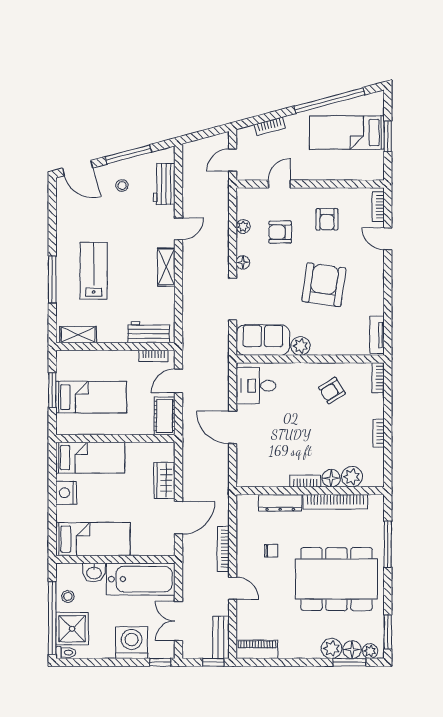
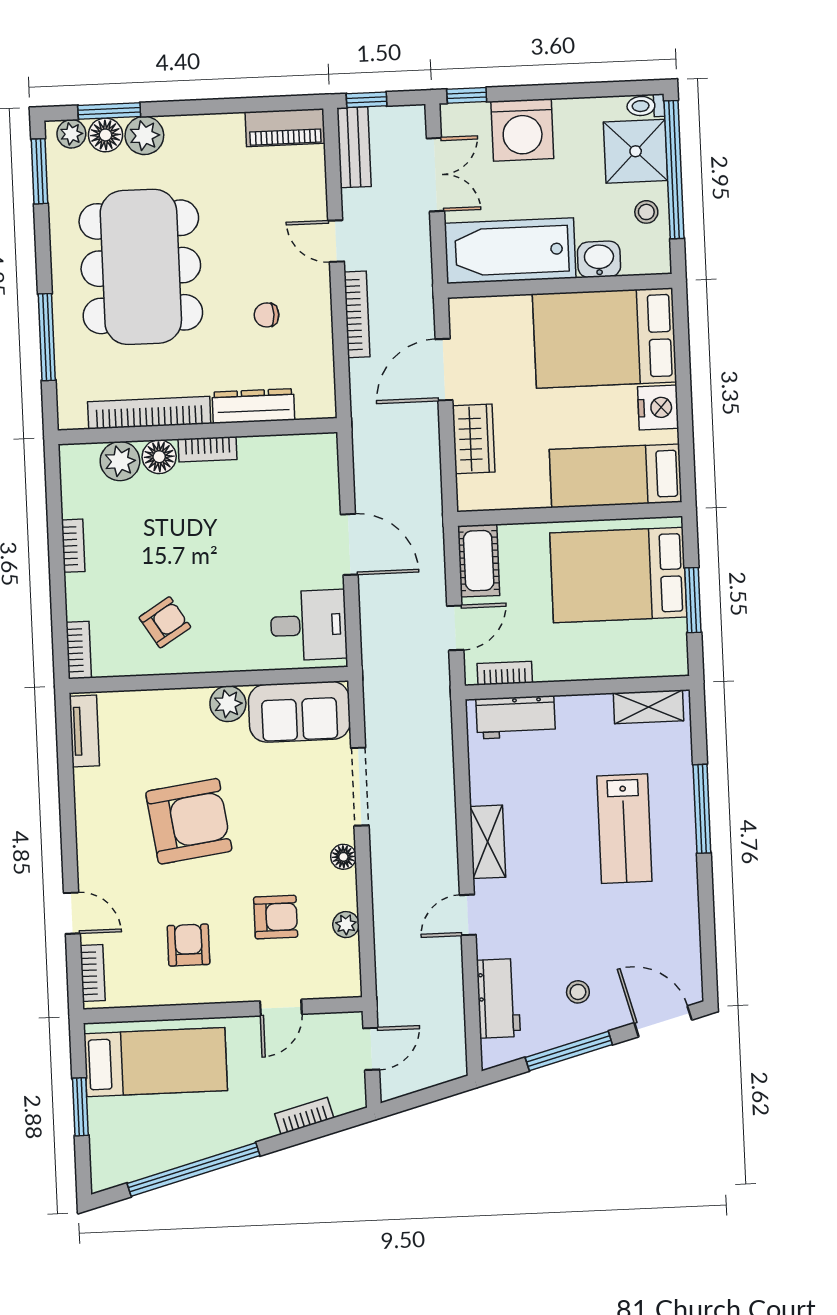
bed: (347, 133) -> (156, 1062), moved
armchair: (324, 285) -> (189, 821), turned -106
bed: (91, 397) -> (618, 575), width x1.50
bed: (93, 539) -> (604, 338), width x1.50
dining table: (336, 579) -> (141, 267), turned 90

